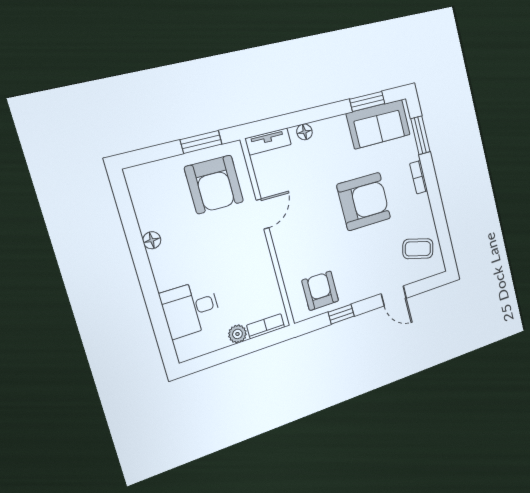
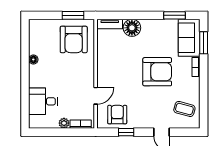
sofa: (378, 124) -> (189, 38), moved, turned 90
floor lamp: (304, 132) -> (132, 28), width x1.89, depth x1.89
door: (262, 214) -> (96, 96), moved

